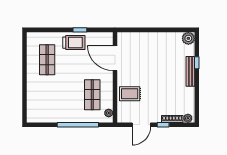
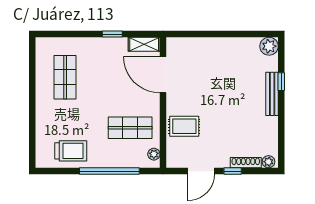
shelving: (102, 37) -> (144, 44), added
trolley: (74, 43) -> (71, 151), moved
shop shelf: (92, 95) -> (130, 128), turned 90

